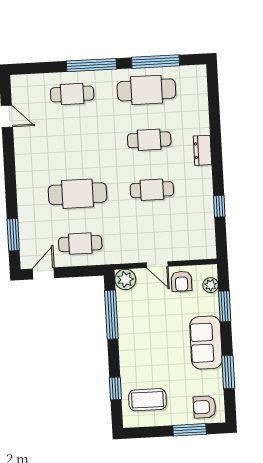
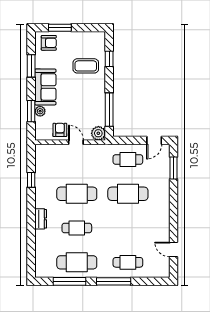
cafe table: (152, 190) -> (77, 194), width x1.37, depth x1.35
plant: (211, 285) -> (40, 111), moved
coffee table: (148, 400) -> (86, 66), moved

